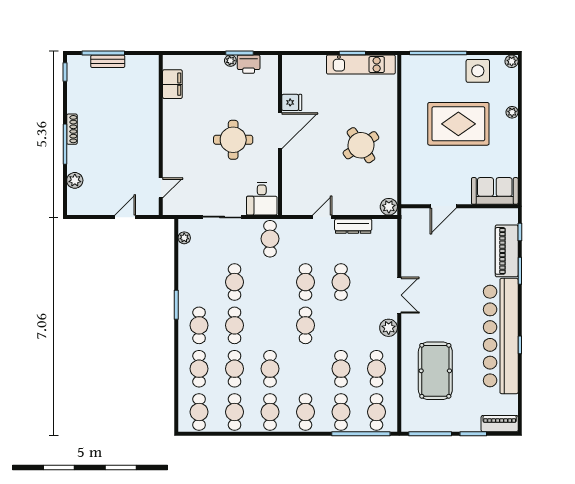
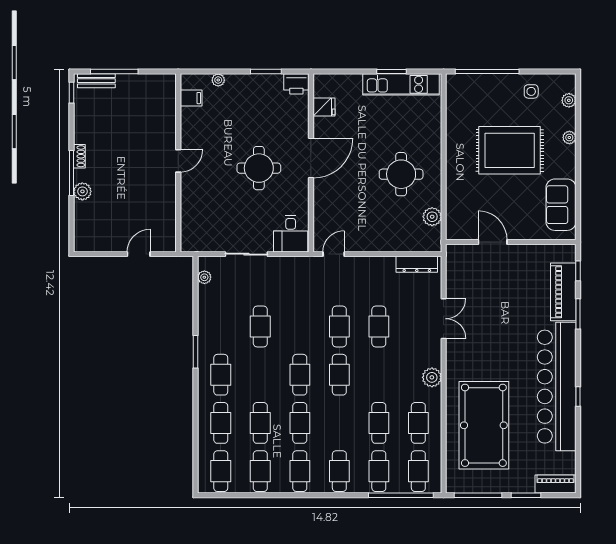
bench: (108, 61) -> (96, 81), moved
plant: (230, 61) -> (218, 80), moved
plant: (512, 61) -> (569, 100), moved
printer: (249, 64) -> (296, 84), moved
side table: (478, 71) -> (531, 91), width x0.54, depth x0.54
filing cabinet: (172, 84) -> (191, 98), width x0.50
fridge: (292, 102) -> (324, 107), moved
shoe rack: (72, 129) -> (79, 156), width x0.70
round table: (361, 145) -> (401, 174), turned 34
plant: (75, 180) -> (82, 191), moved
door: (161, 188) -> (178, 161), moved
sofa: (495, 191) -> (561, 205), moved, turned -90
door: (443, 206) -> (493, 242), swing flipped
plant: (389, 207) -> (432, 217), moved
door: (322, 217) -> (334, 254), moved
dresser: (353, 226) -> (417, 264), moved
cafe table: (270, 239) -> (300, 278), removed
double door: (399, 295) -> (444, 319), moved
cafe table: (235, 325) -> (300, 375), moved
pool table: (435, 371) -> (484, 425), width x1.36, depth x1.32

